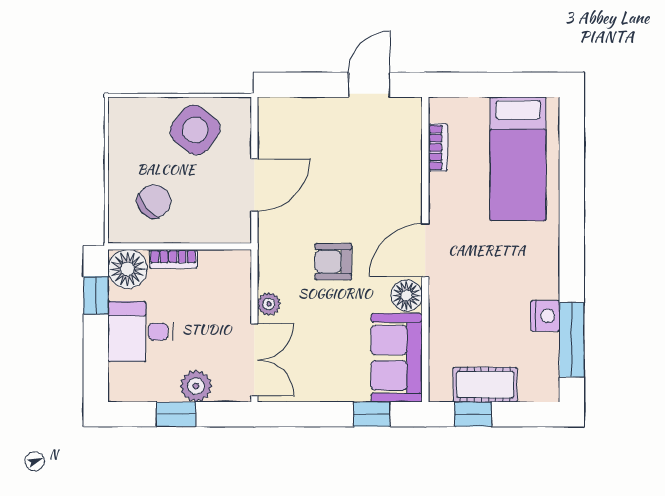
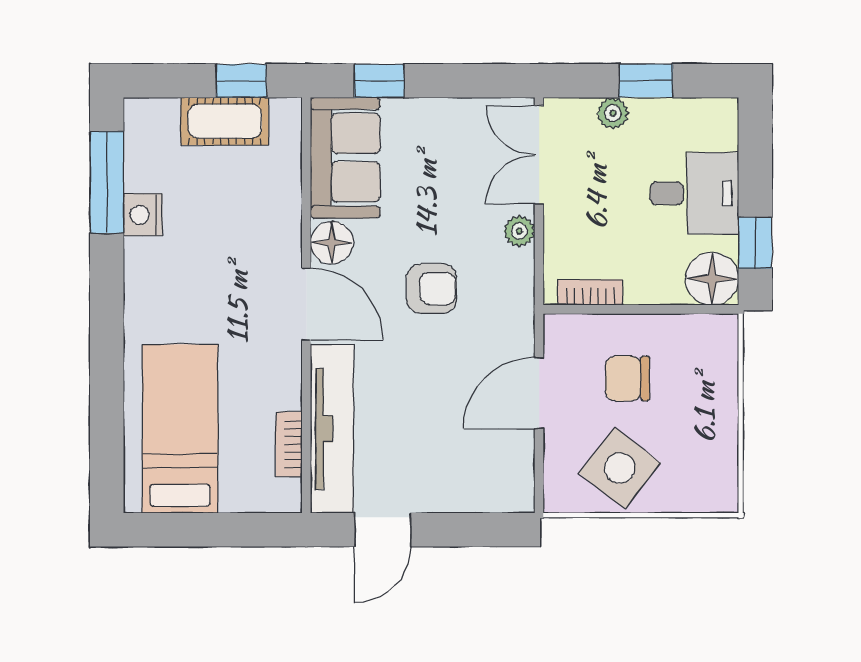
tv unit: (406, 159) -> (332, 429), added
chair: (154, 201) -> (627, 378), moved, turned 39
door: (425, 250) -> (306, 304), hinge flipped
bookcase: (173, 259) -> (590, 292), moved
plant: (196, 386) -> (613, 113), width x0.73, depth x0.73

